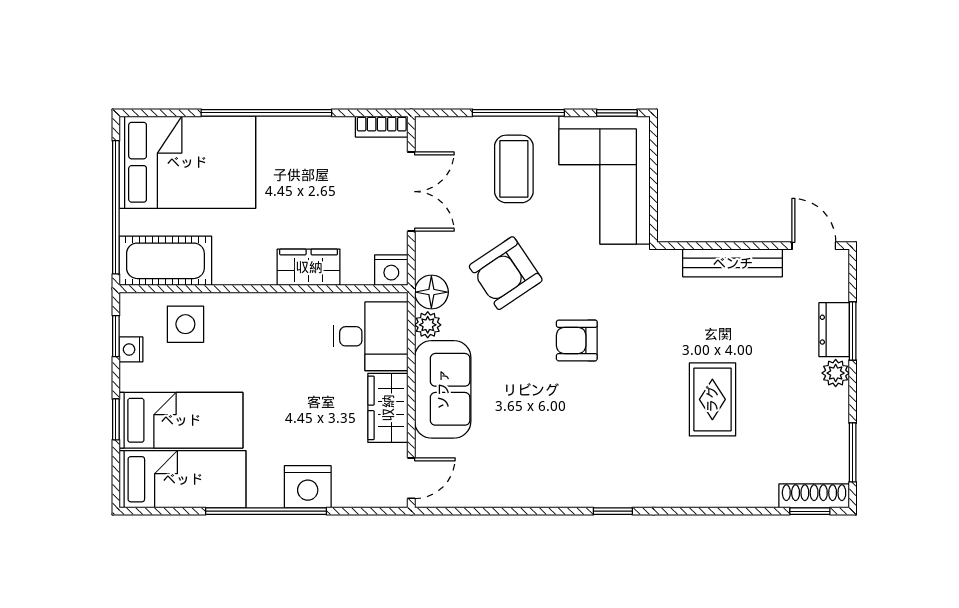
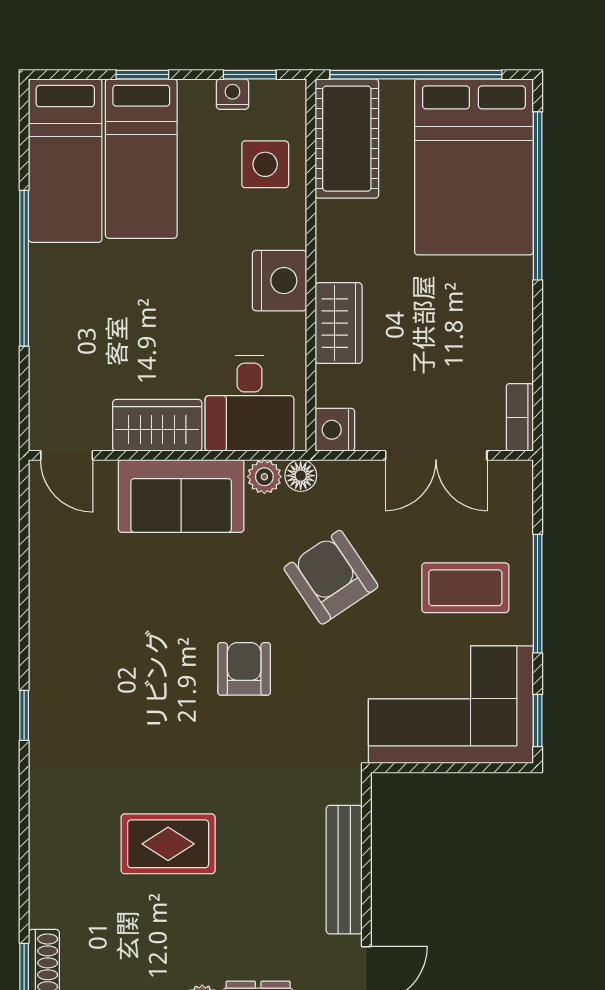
window: (266, 113) -> (538, 196), moved
floor lamp: (431, 292) -> (301, 476), width x0.73, depth x0.73
nightstand: (308, 487) -> (279, 281), moved, turned 180

